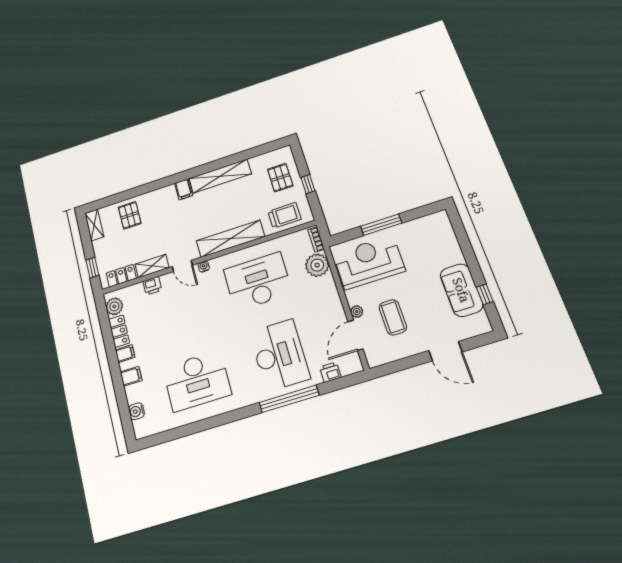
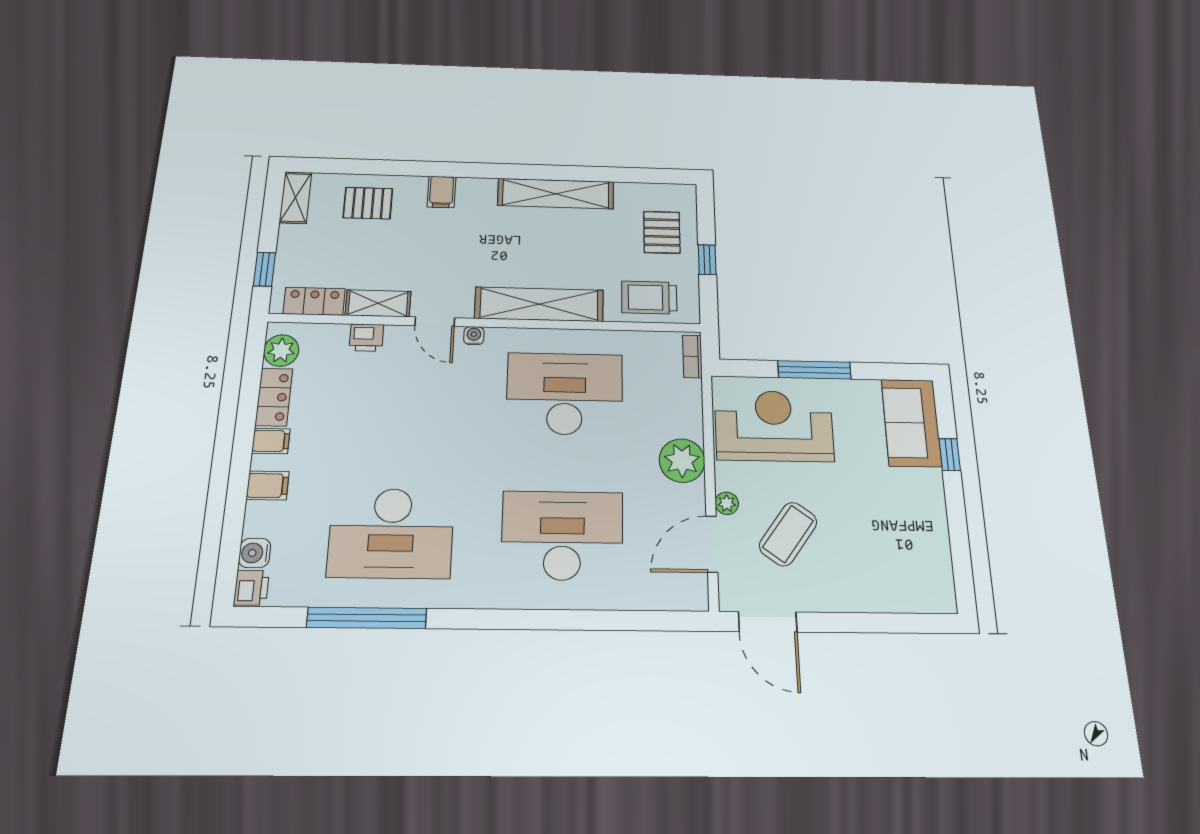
filing cabinet: (184, 189) -> (441, 192), moved
pallet: (130, 215) -> (368, 203), turned 90
trolley: (284, 215) -> (649, 297), turned 180
plant: (317, 265) -> (682, 461), moved
sofa: (461, 290) -> (911, 423), moved
window: (485, 294) -> (950, 455), moved
coffee table: (393, 317) -> (788, 534), turned 36
door: (445, 351) -> (768, 622), moved
desk: (280, 355) -> (562, 535), turned -90
printer: (330, 372) -> (251, 588), moved, turned 90
window: (289, 399) -> (367, 618), moved

